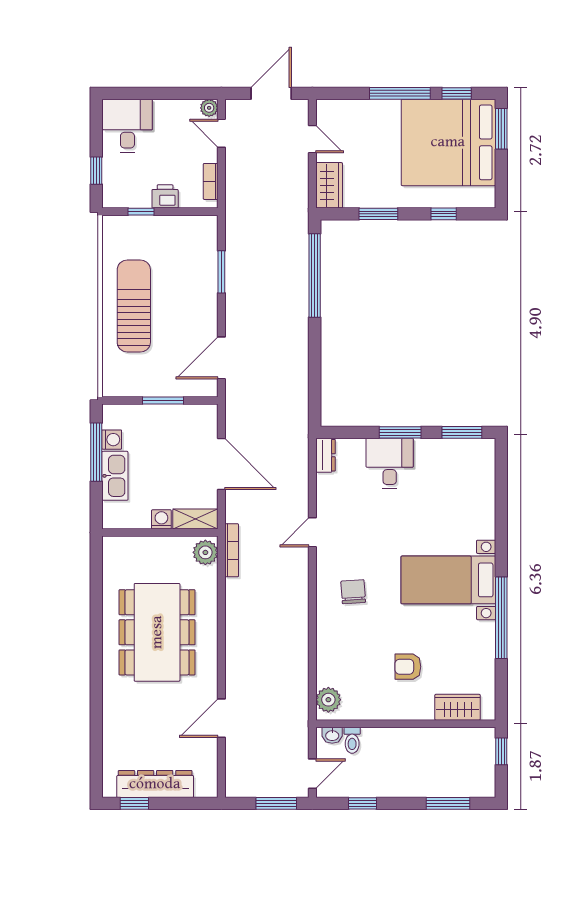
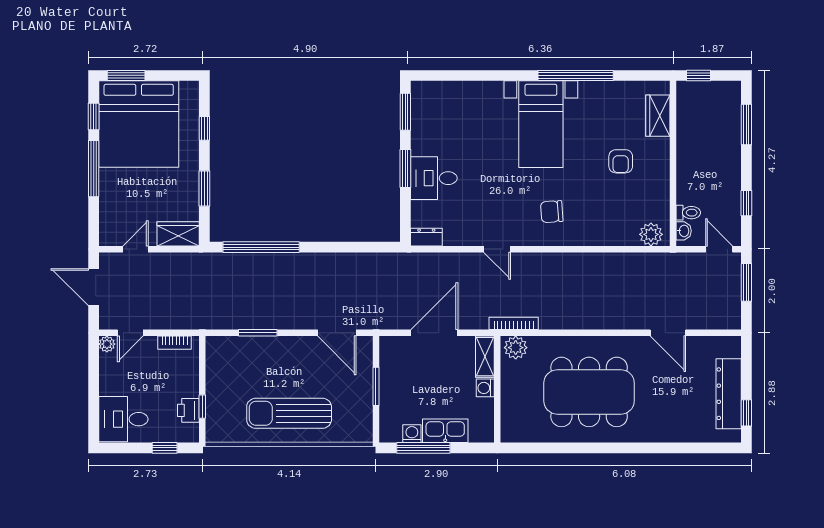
printer: (165, 196) -> (188, 410), moved

